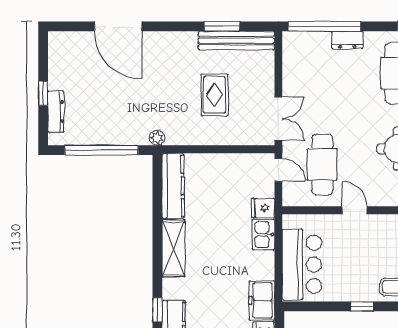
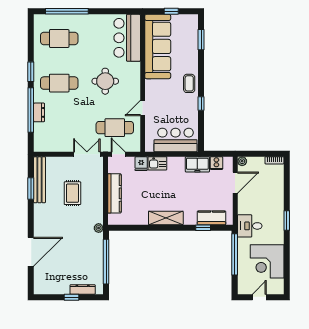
window: (324, 26) -> (31, 110), moved
rug: (214, 95) -> (72, 193), turned 90
door: (278, 170) -> (118, 154), hinge flipped
kitchen counter: (173, 186) -> (114, 193), moved, turned 90

